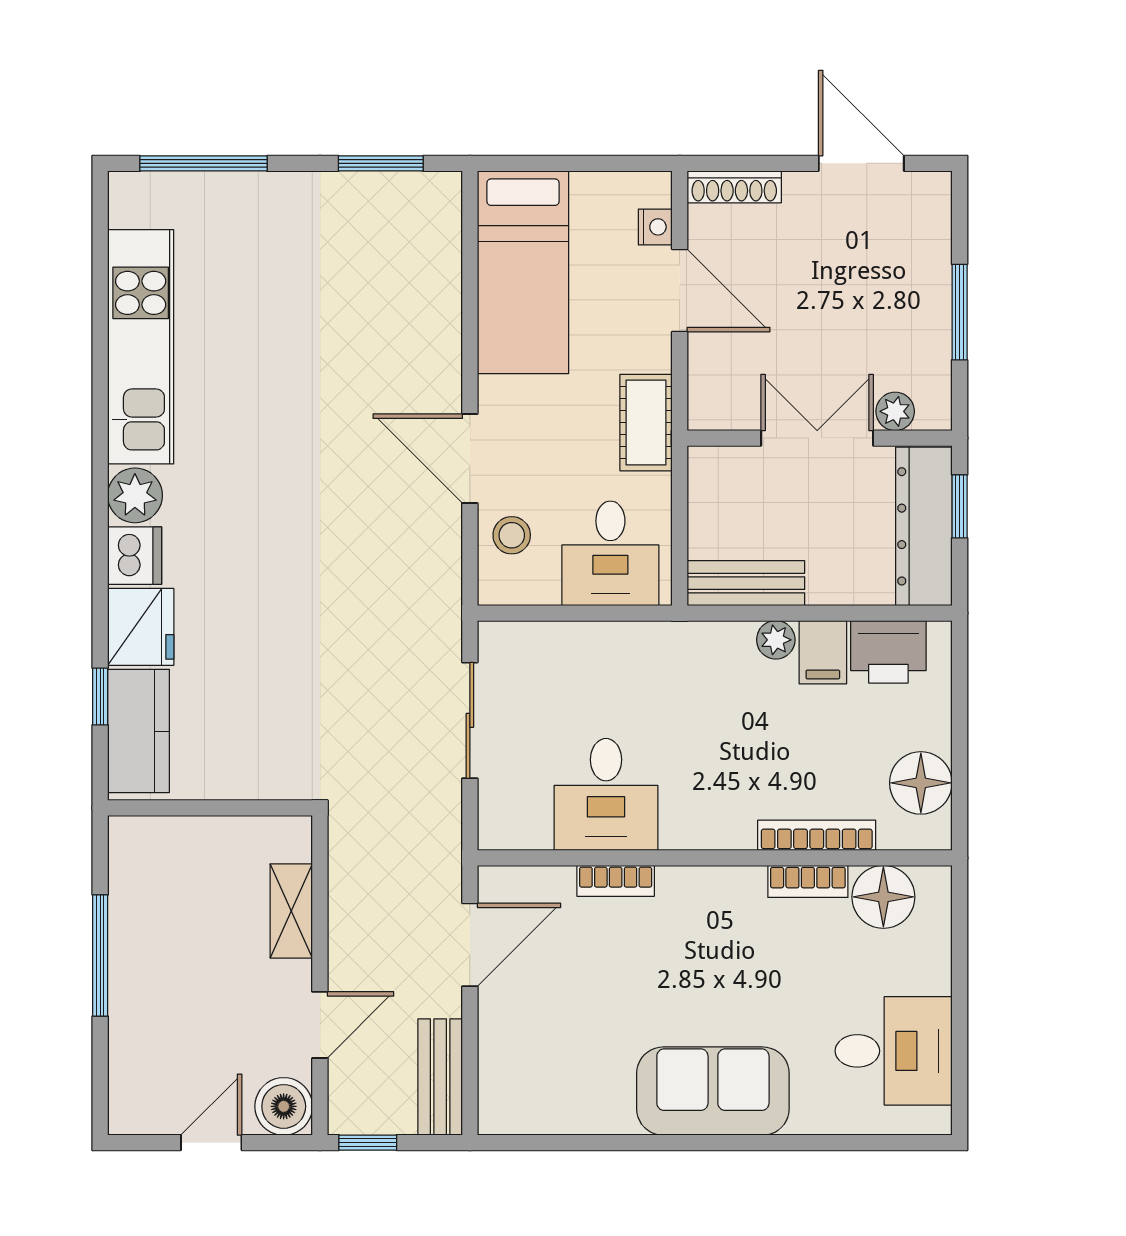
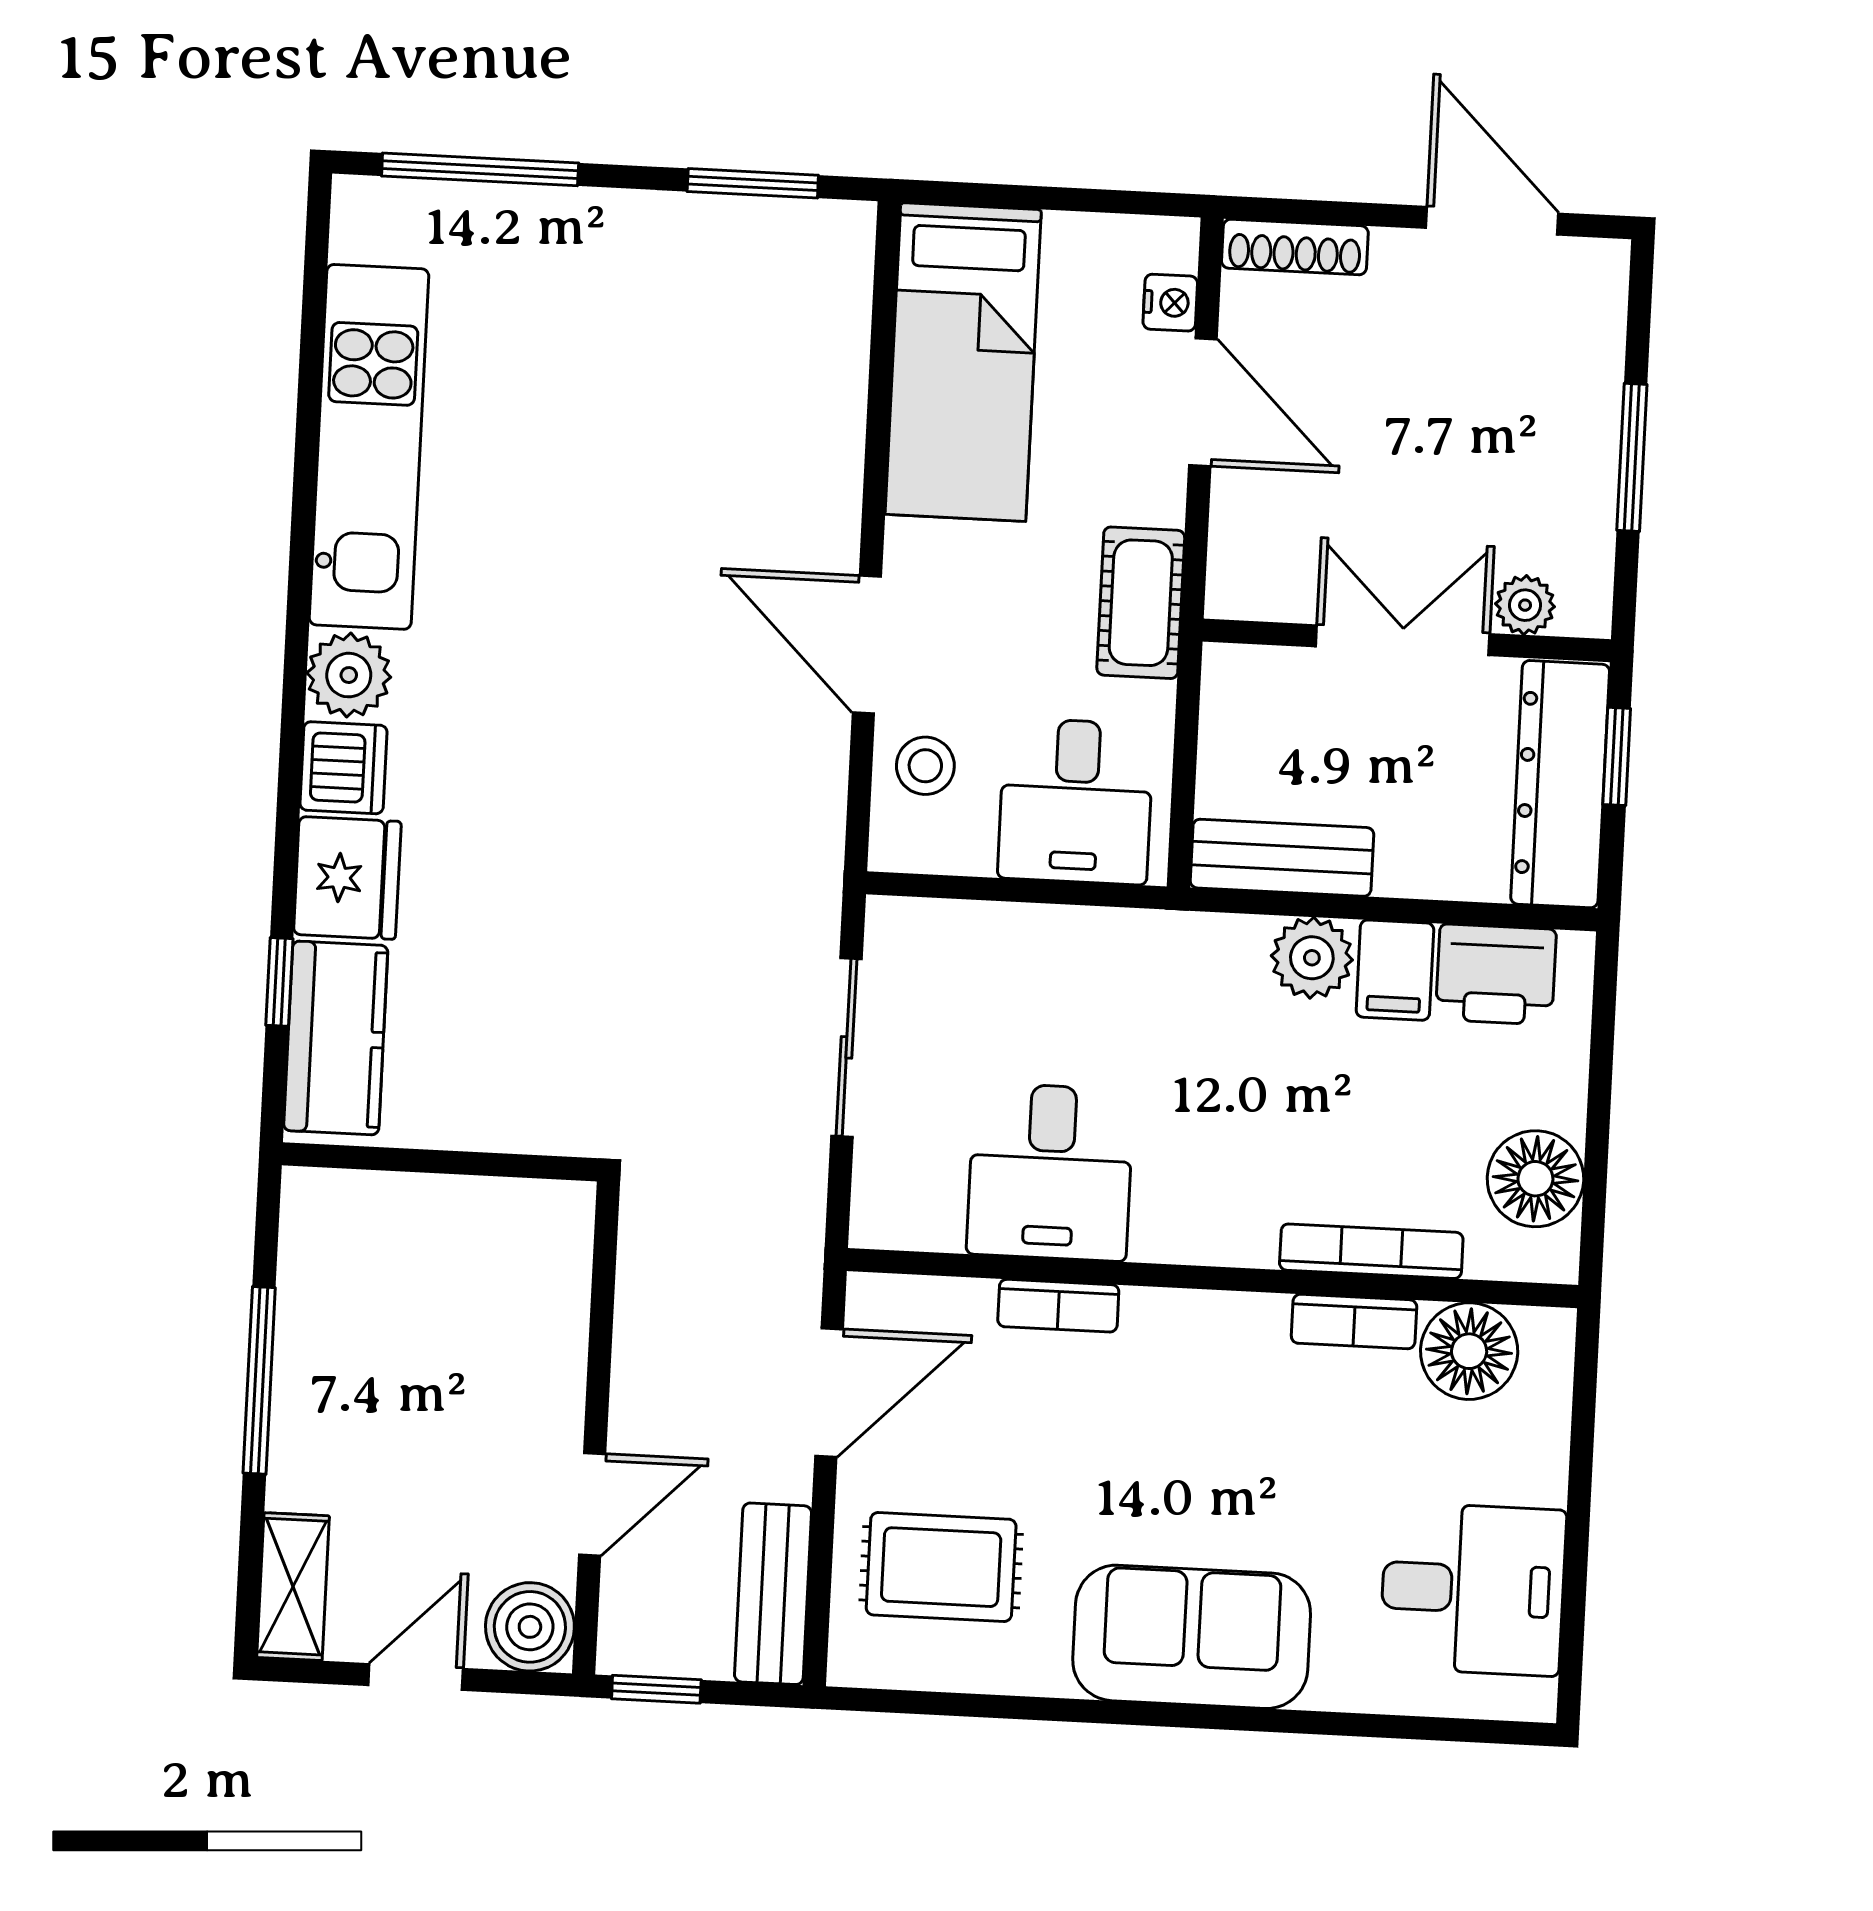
plant: (776, 640) -> (1312, 958), width x1.38, depth x1.38
shelving: (291, 911) -> (293, 1587), moved
rug: (548, 1054) -> (941, 1567), added

